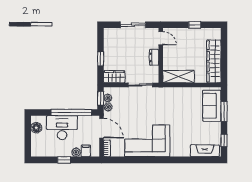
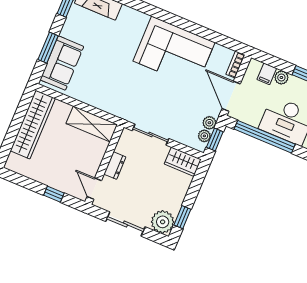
window: (195, 25) -> (54, 194), moved
plant: (111, 35) -> (163, 222), added
window: (101, 59) -> (182, 217), moved

